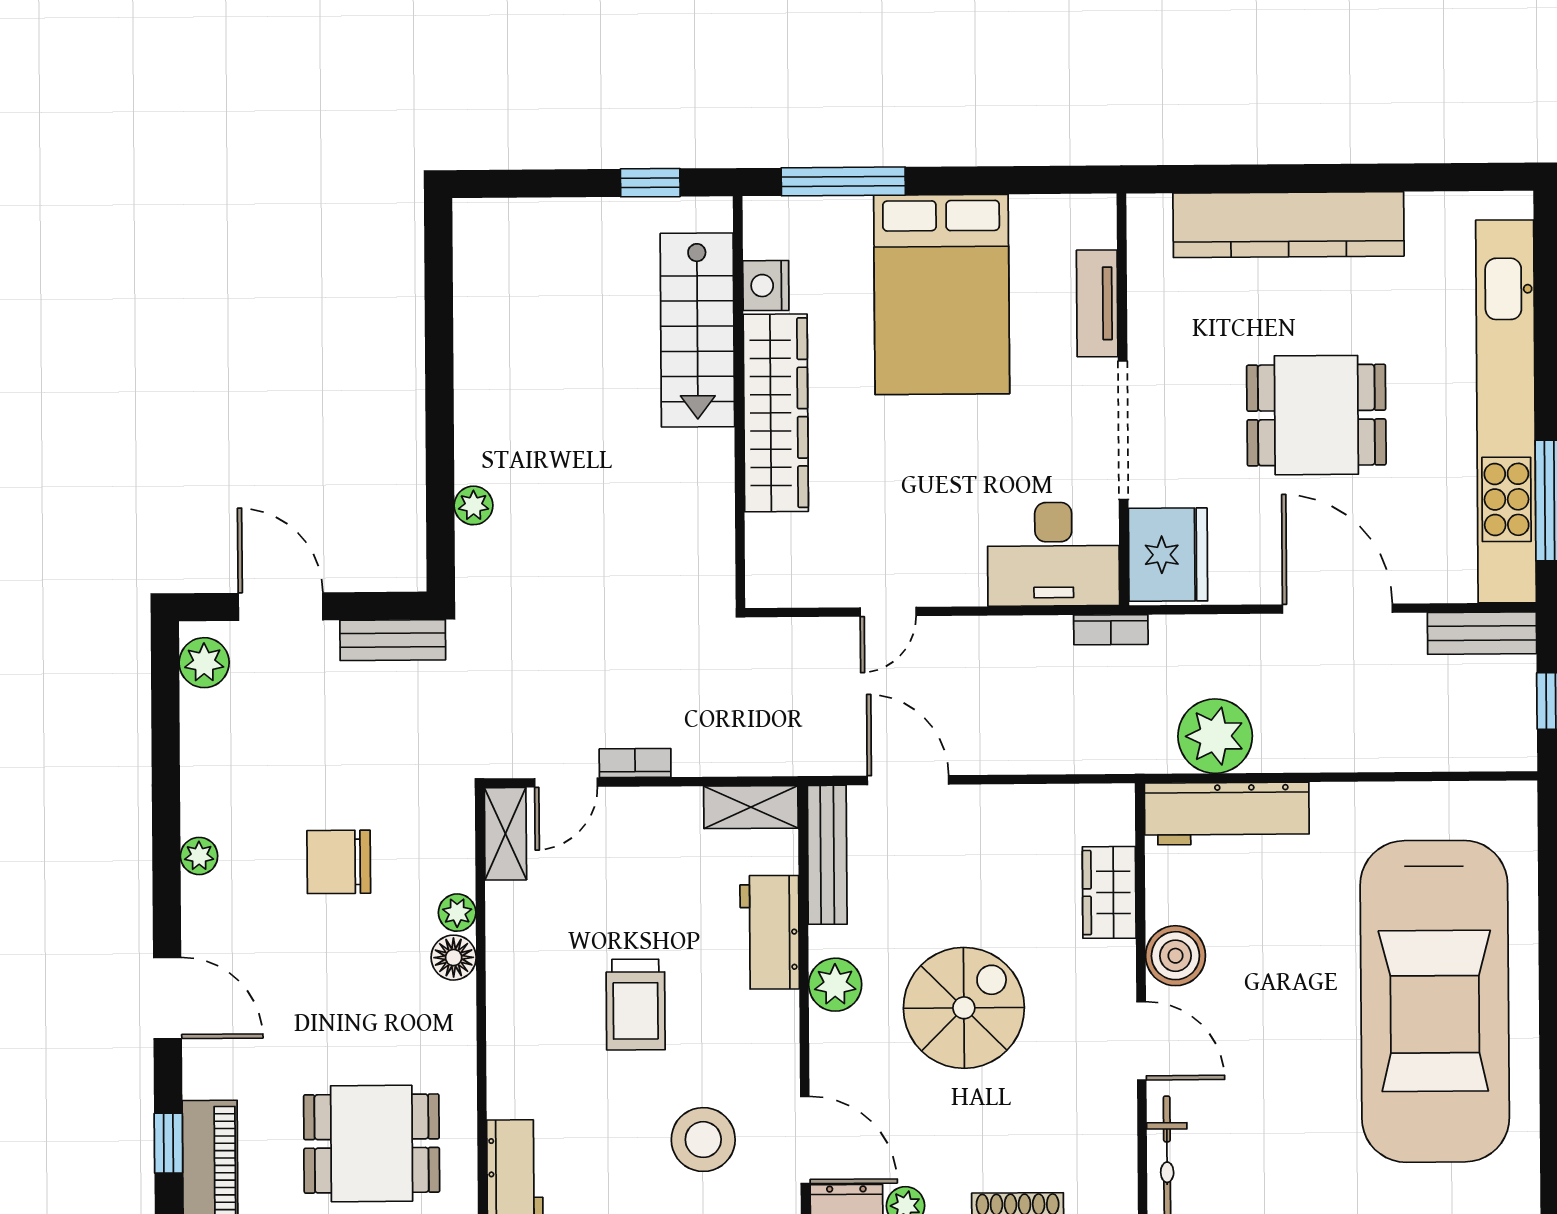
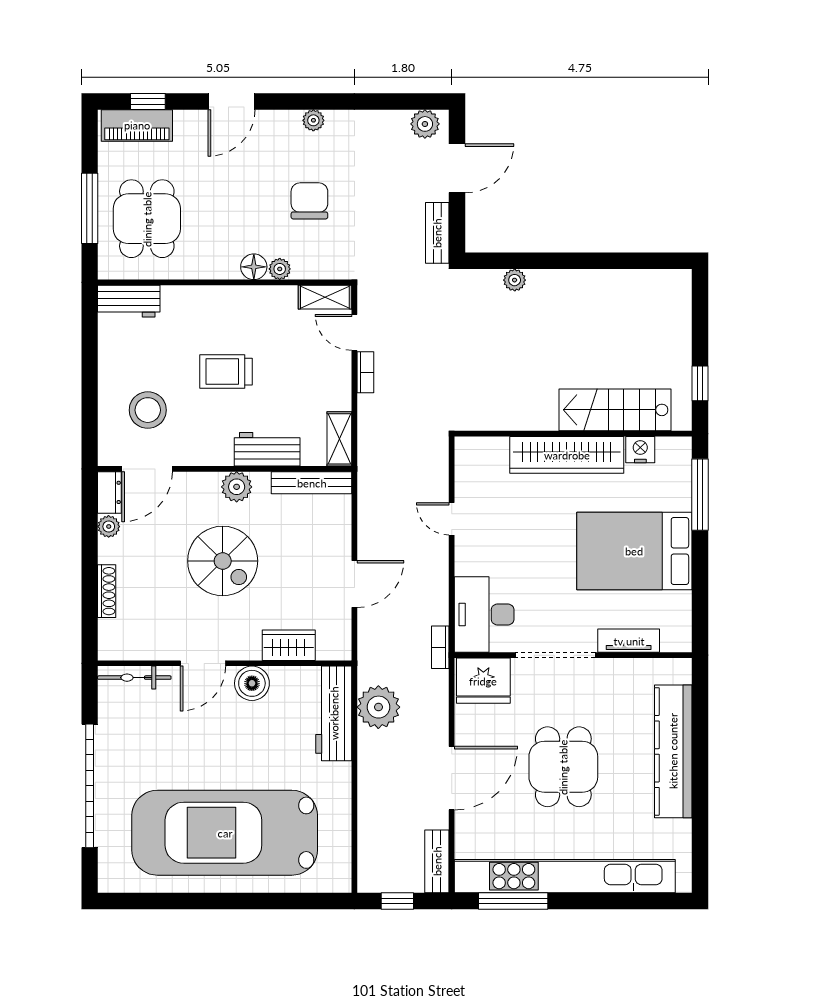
door: (908, 780) -> (354, 584), moved

